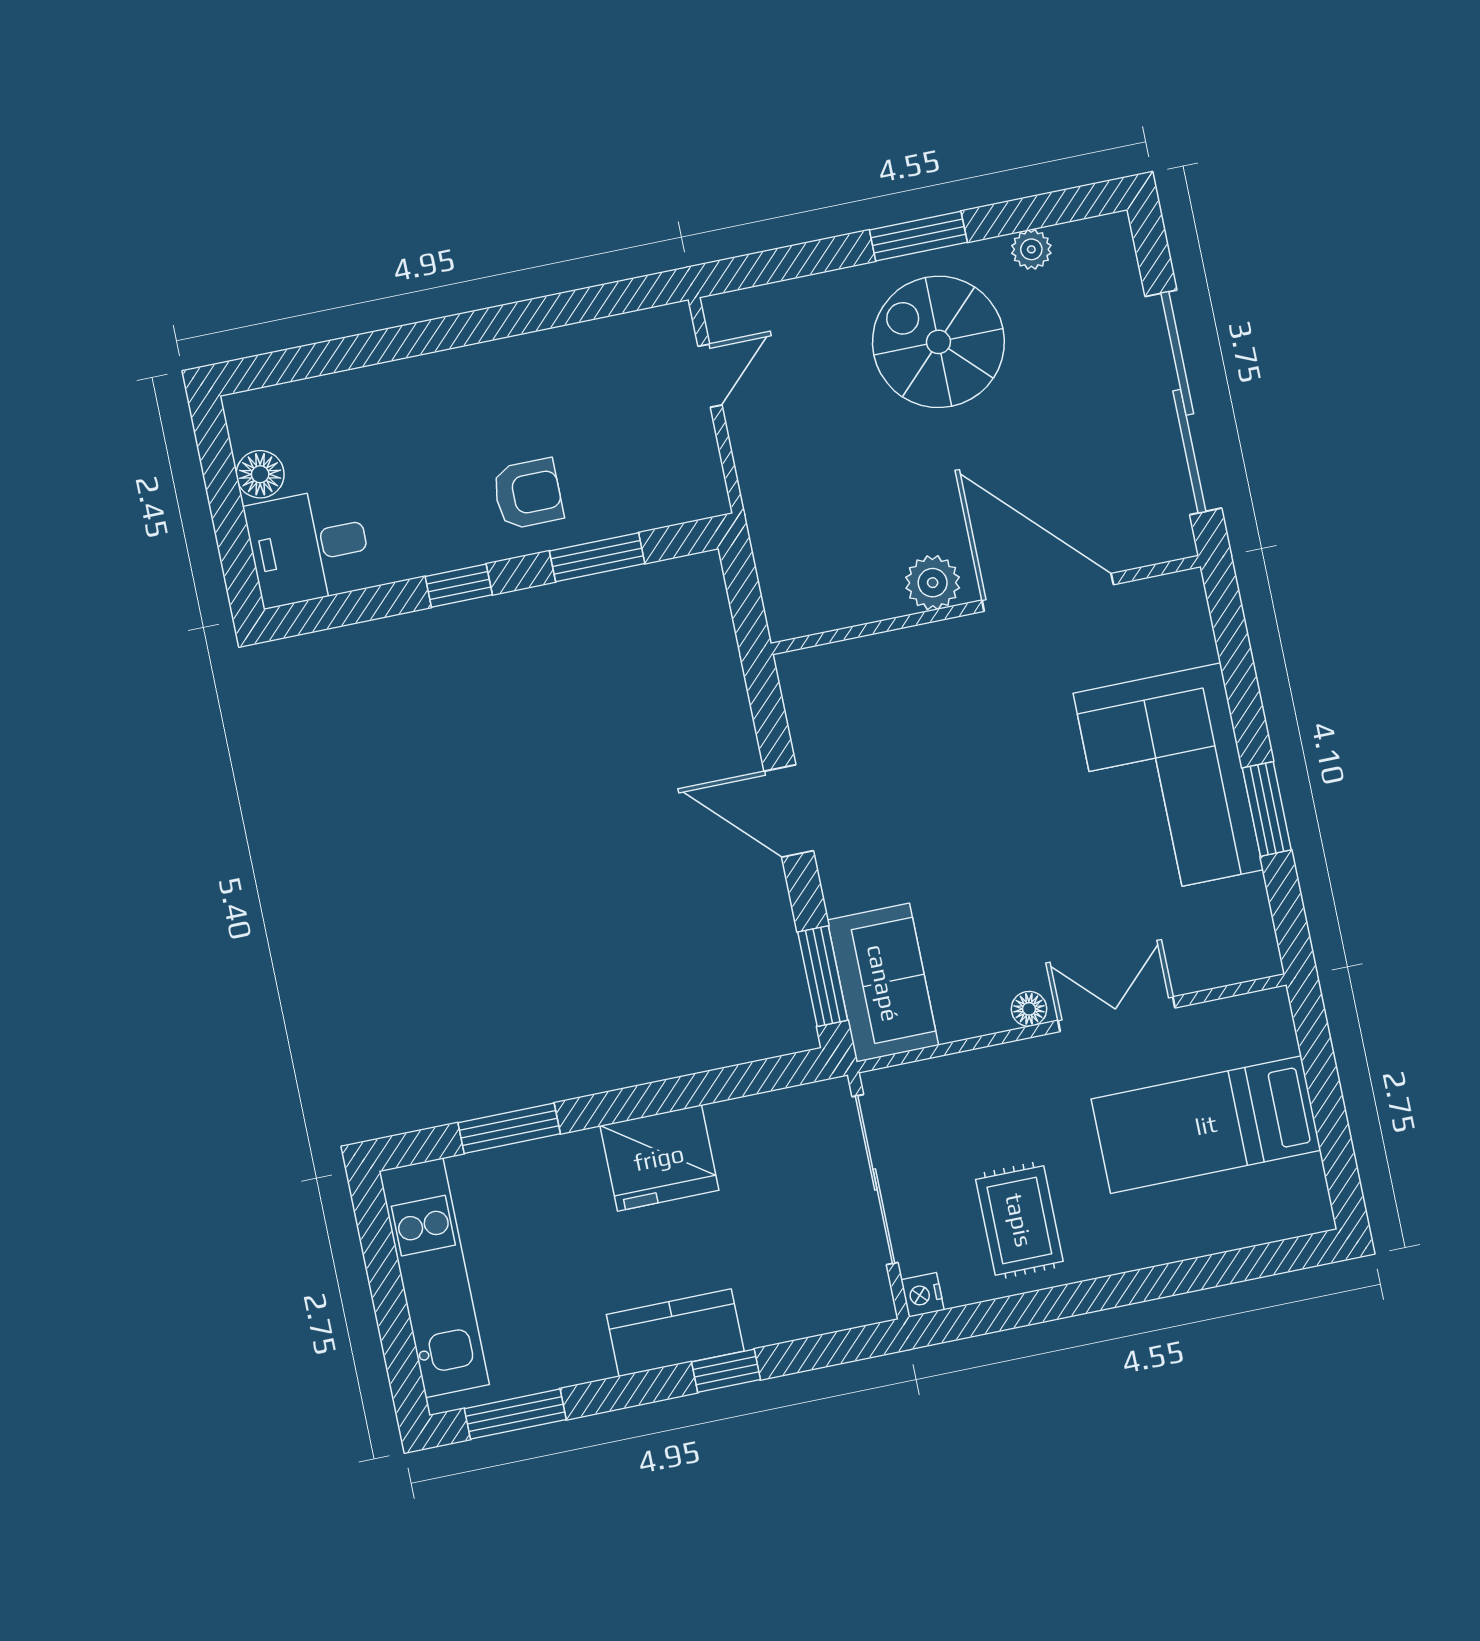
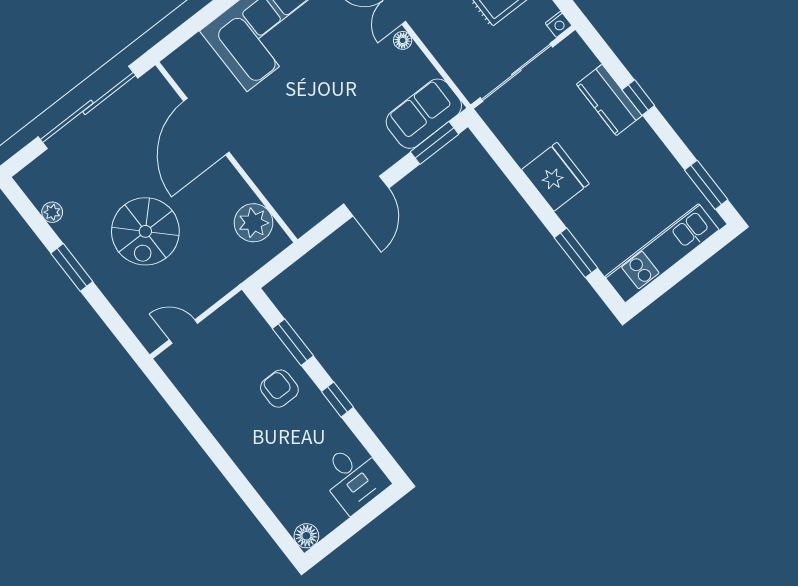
spiral stairs: (938, 342) -> (145, 231), moved
floor lamp: (260, 474) -> (306, 536), moved
plant: (933, 583) -> (254, 223), moved, width x1.36, depth x1.36
kitchen counter: (675, 1333) -> (609, 100), moved

